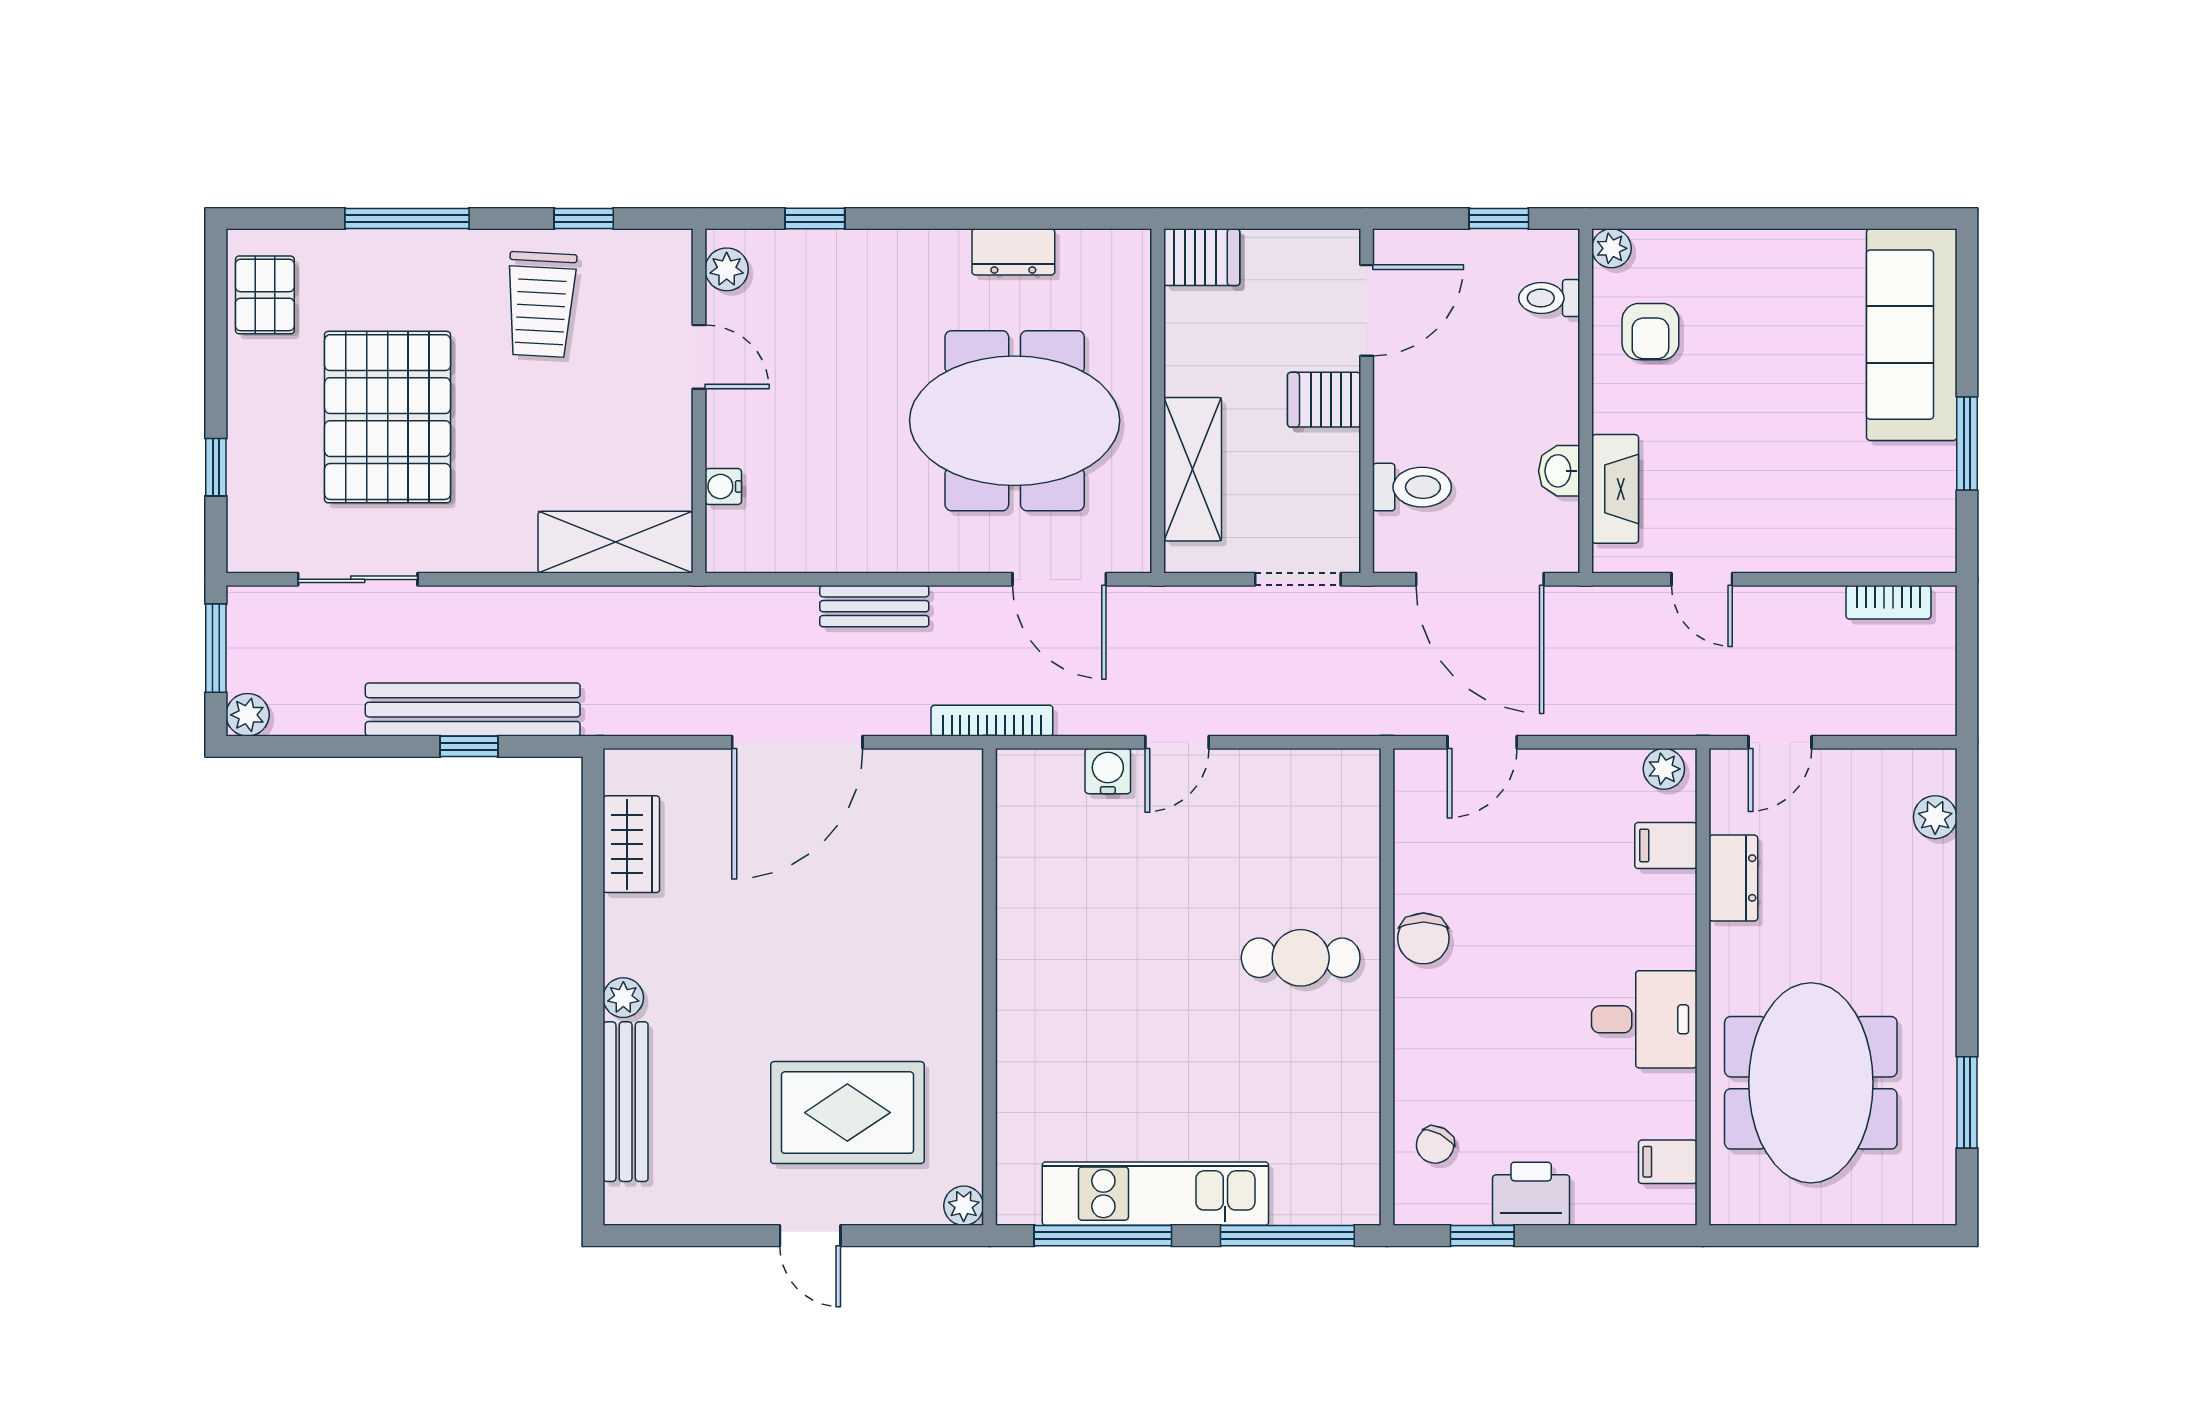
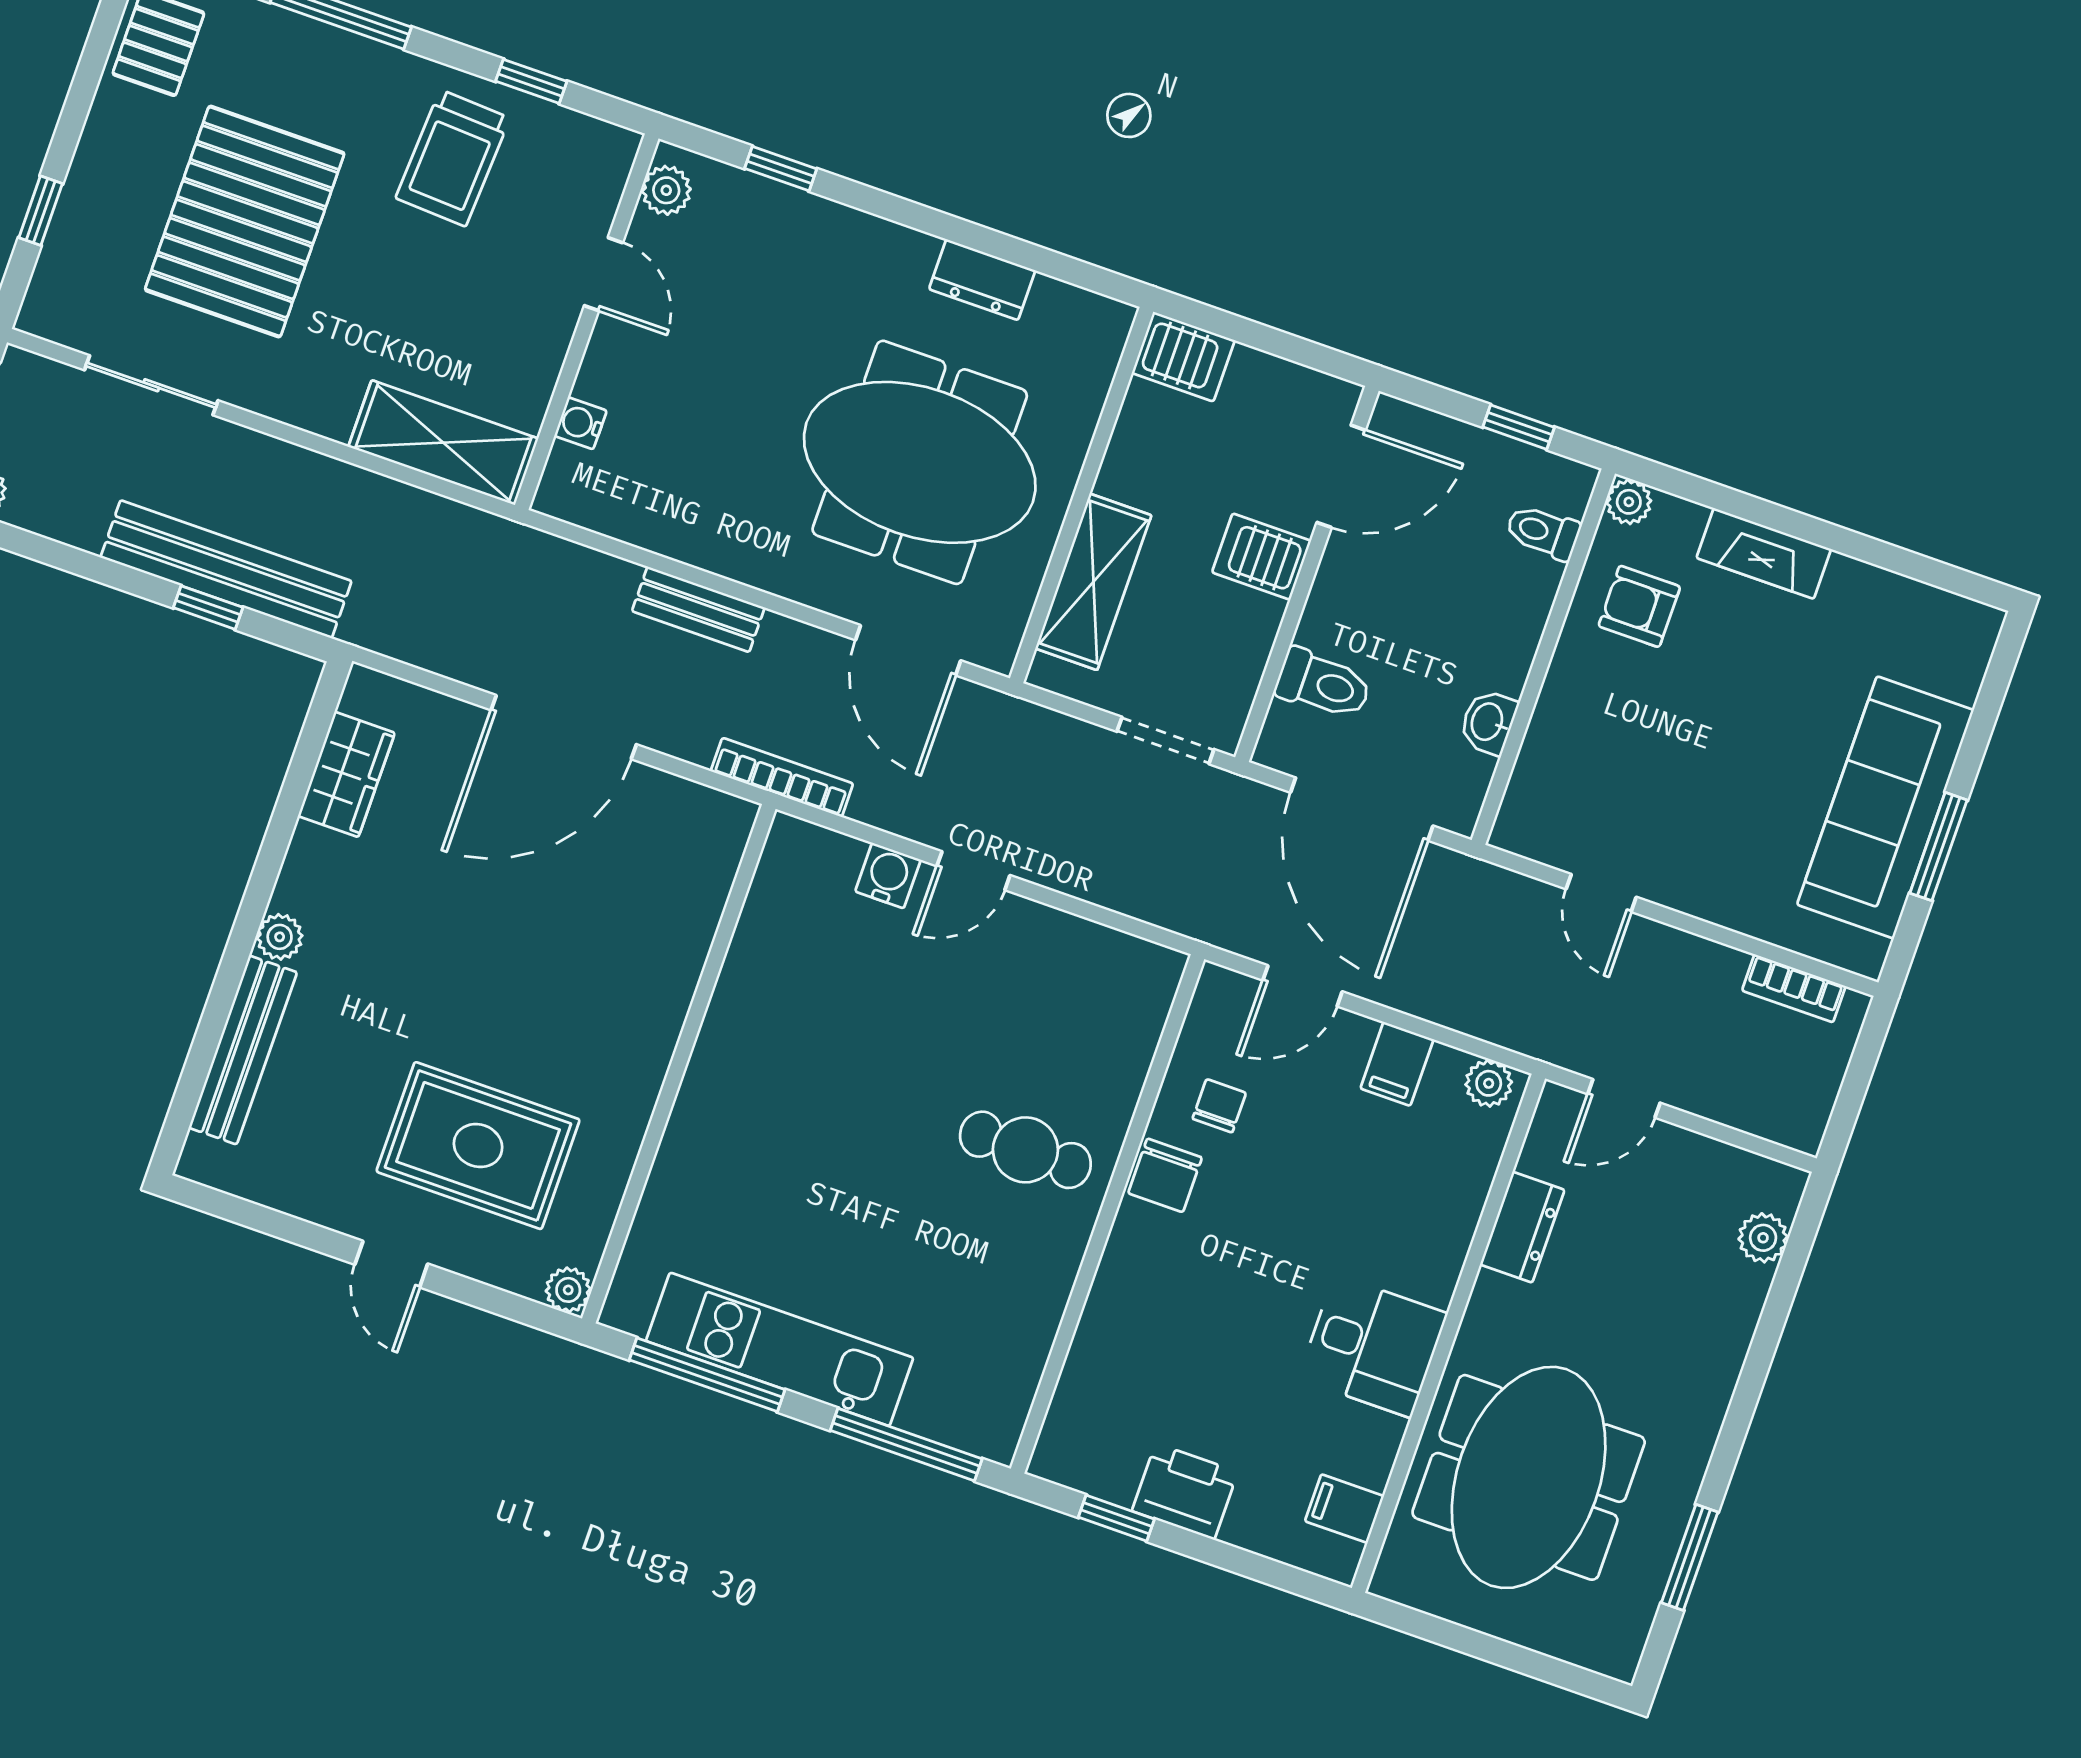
armchair: (1650, 332) -> (1639, 606), turned 90
sofa: (1912, 335) -> (1885, 807), moved
fireplace: (1615, 489) -> (1764, 553), moved, turned 90
filing cabinet: (1666, 845) -> (1397, 1064), moved, turned -90
chair: (1435, 1145) -> (1219, 1106), moved, turned 152

